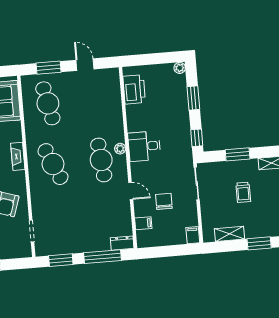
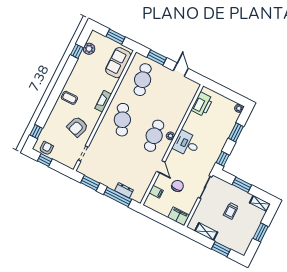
filing cabinet: (193, 235) -> (178, 216), width x2.00
dresser: (122, 243) -> (124, 190), moved

